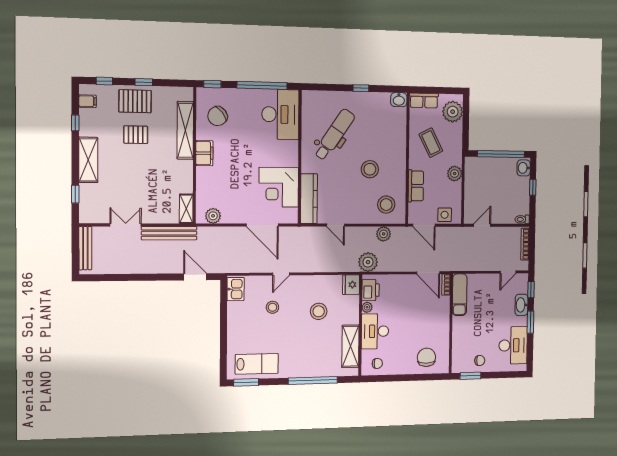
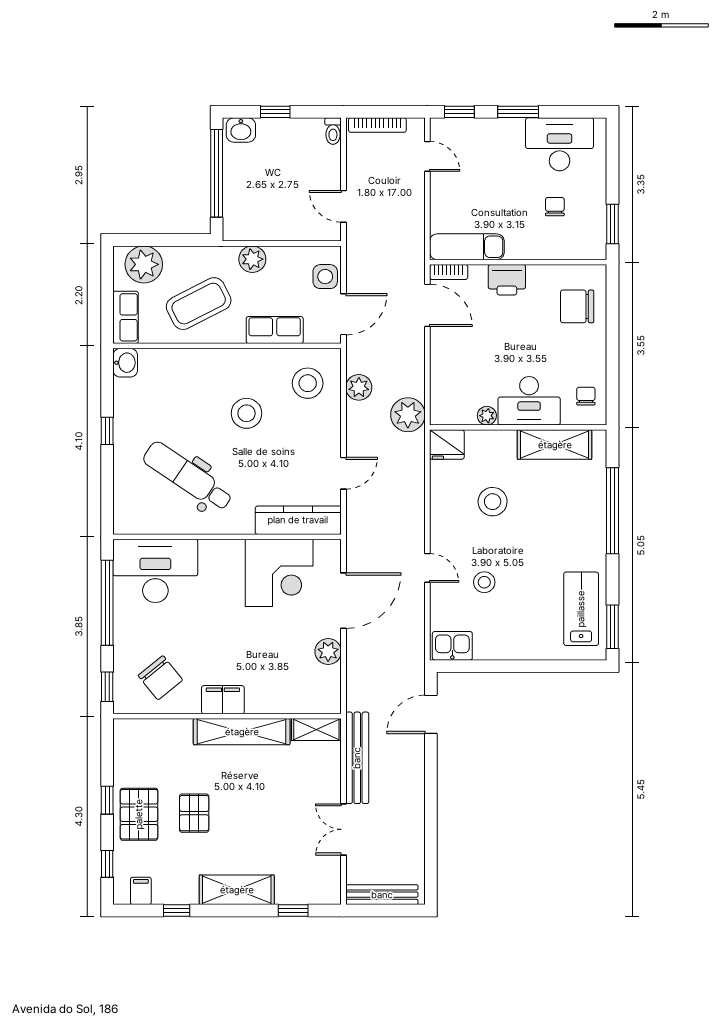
shelving: (185, 130) -> (242, 732), moved
coffee table: (431, 143) -> (199, 304), width x1.36, depth x1.32
plant: (213, 216) -> (328, 652), moved
door: (428, 273) -> (427, 305), hinge flipped
printer: (371, 290) -> (507, 280), moved, turned 180
washbasin: (521, 305) -> (487, 130), removed
chair: (480, 361) -> (555, 207), moved

